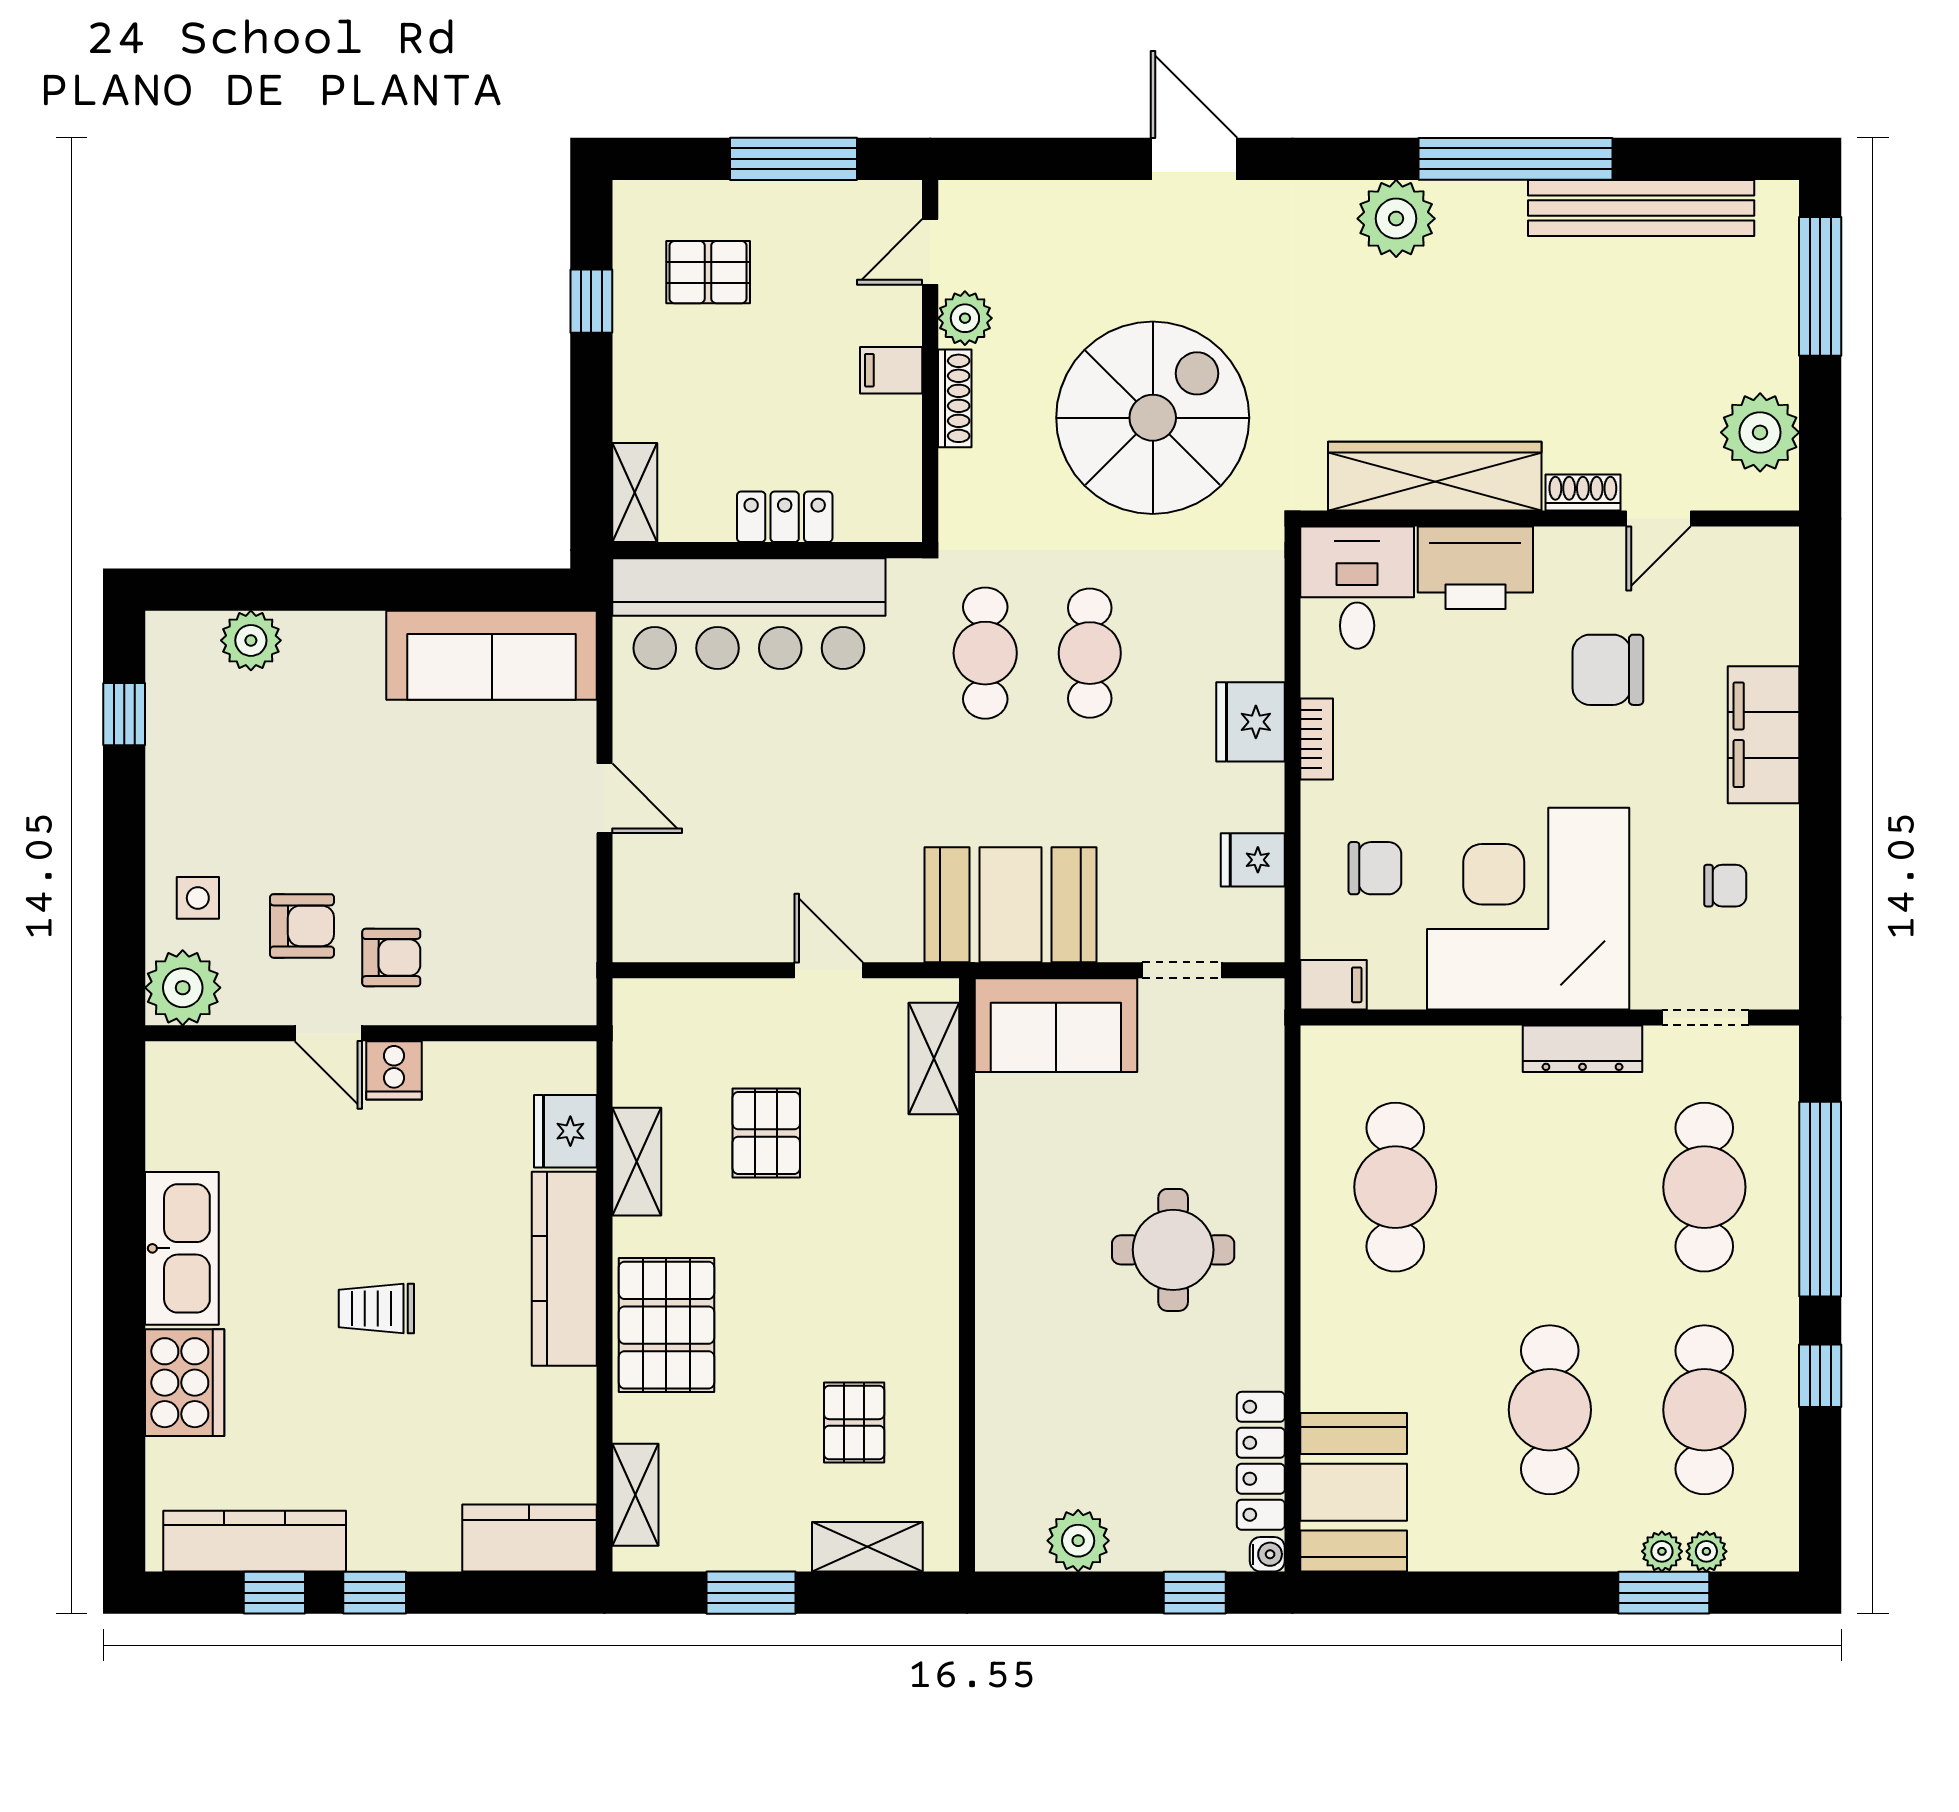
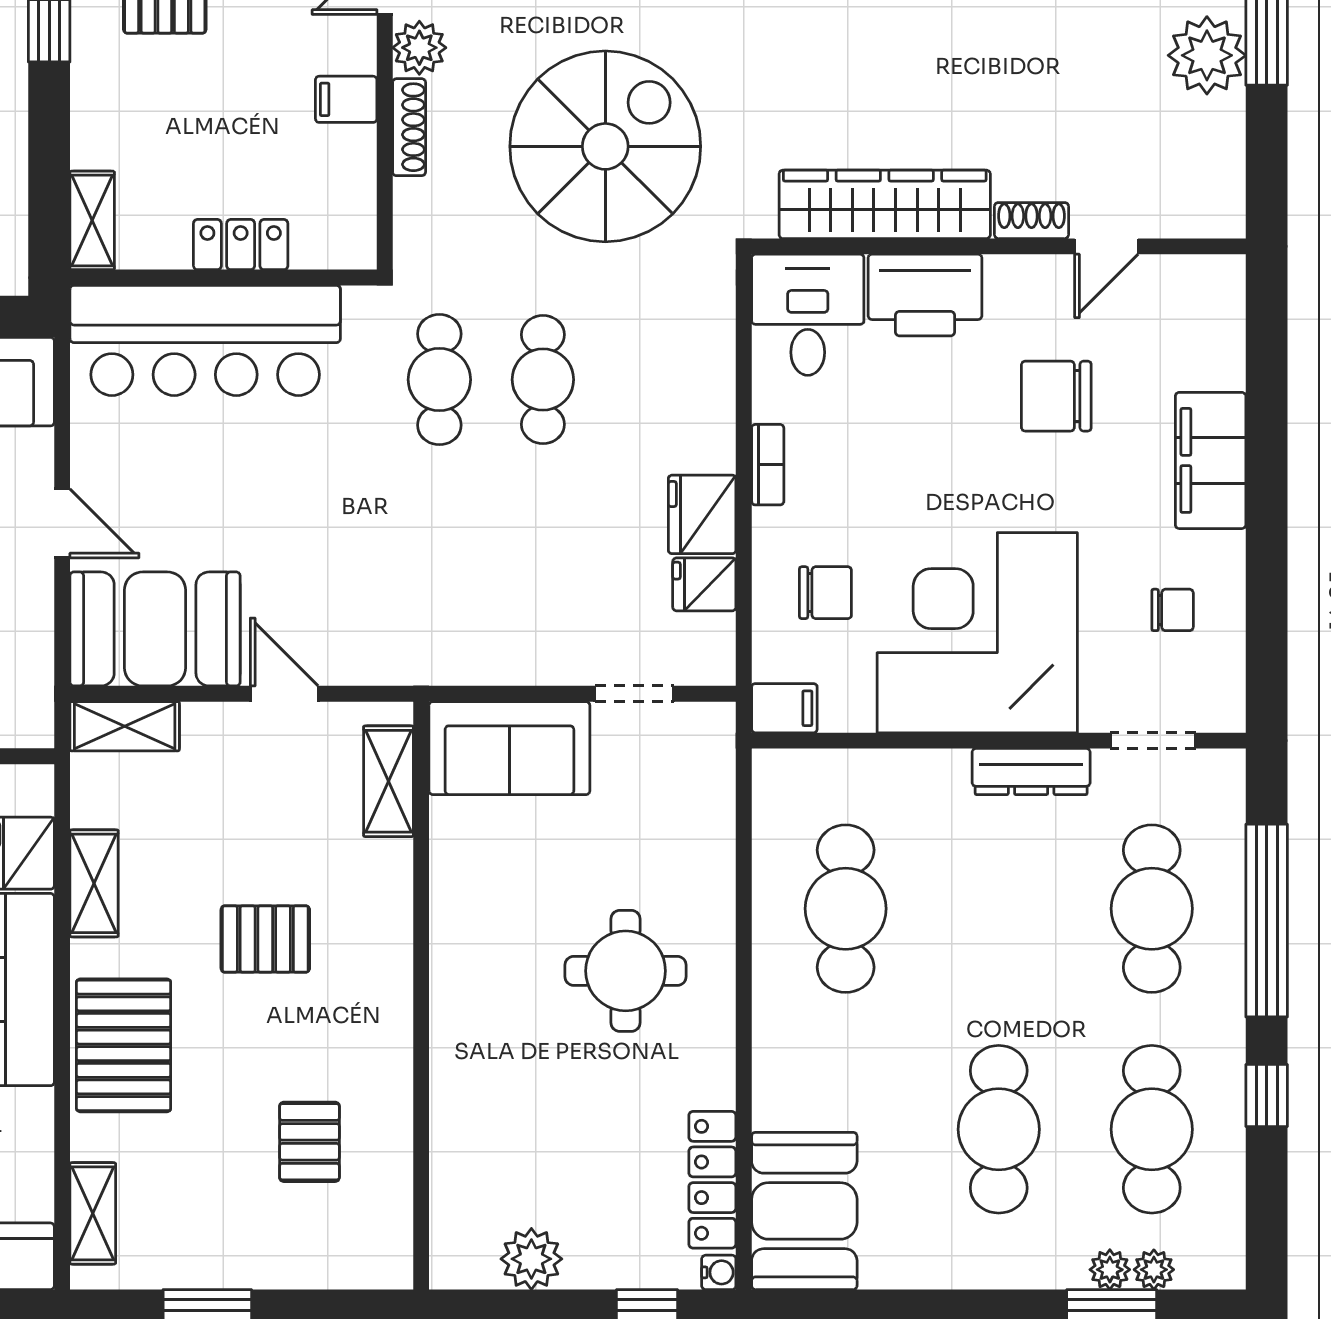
plant: (1760, 432) -> (1207, 55), moved
fridge: (1250, 722) -> (702, 514), moved
booth: (1011, 905) -> (155, 629), moved
pallet: (766, 1133) -> (265, 939), moved, turned 90
shelving: (867, 1547) -> (125, 726), moved

